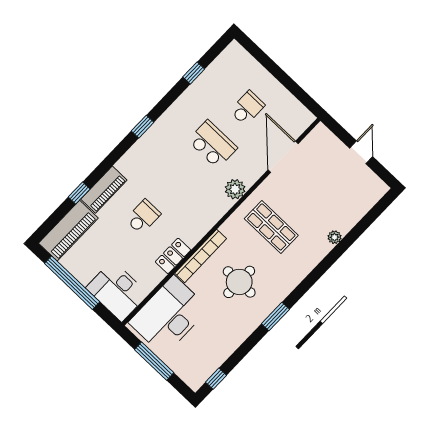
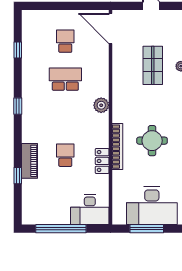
door: (283, 157) -> (110, 28), moved
plant: (235, 189) -> (101, 105), moved
shop shelf: (271, 227) -> (153, 65), moved, turned 90
piano: (68, 231) -> (32, 202), removed
desk: (169, 316) -> (152, 206), moved, turned -90

